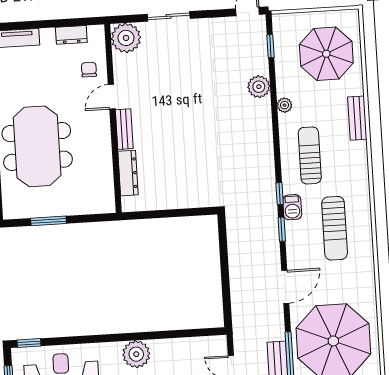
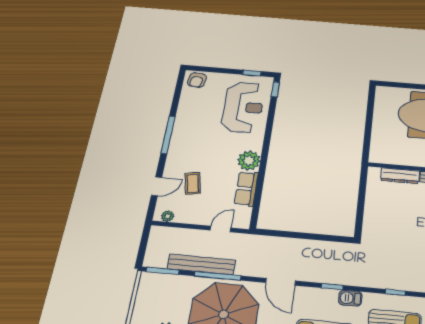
window: (280, 194) -> (395, 292), moved
window: (49, 221) -> (370, 115), removed
row of seats: (175, 349) -> (246, 189), added

